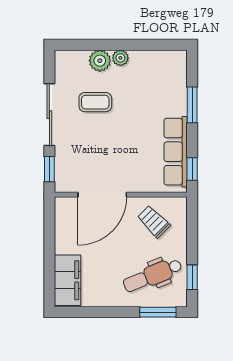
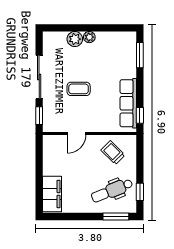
coffee table: (95, 102) -> (79, 89), moved
window: (192, 105) -> (140, 55), moved
door: (102, 195) -> (77, 133), width x0.53

